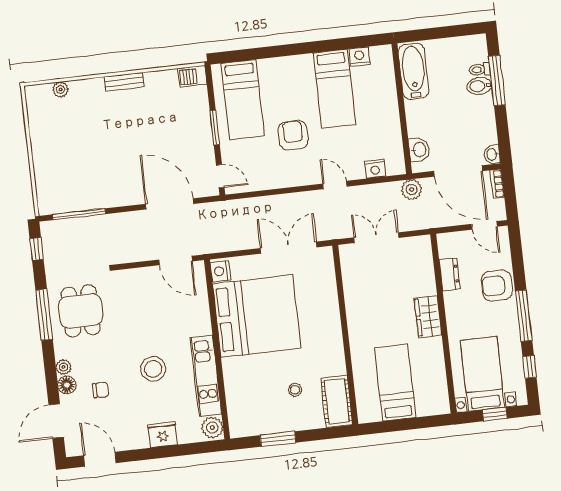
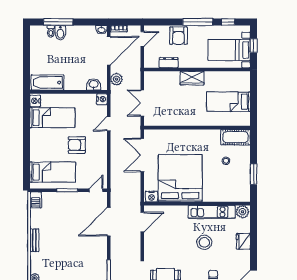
bathtub: (413, 71) -> (47, 82), moved
wall: (402, 109) -> (69, 92), moved
washbasin: (419, 150) -> (94, 84), moved

